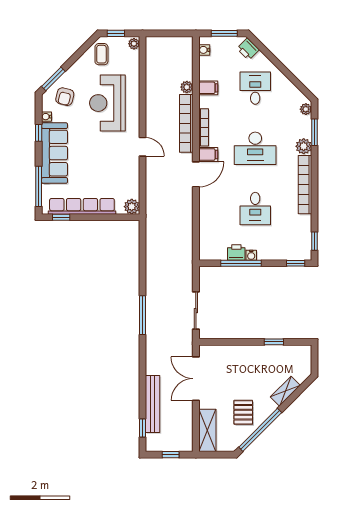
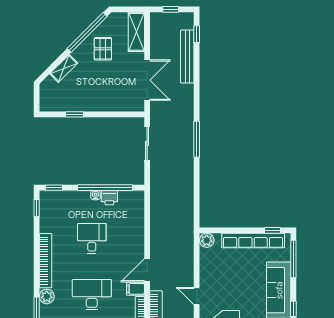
window: (241, 263) -> (105, 188), width x1.46

